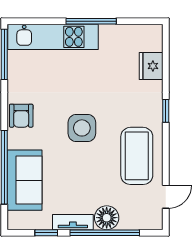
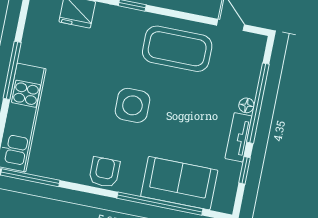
armchair: (21, 116) -> (104, 172), turned -90
floor lamp: (107, 218) -> (246, 105), width x0.53, depth x0.53

